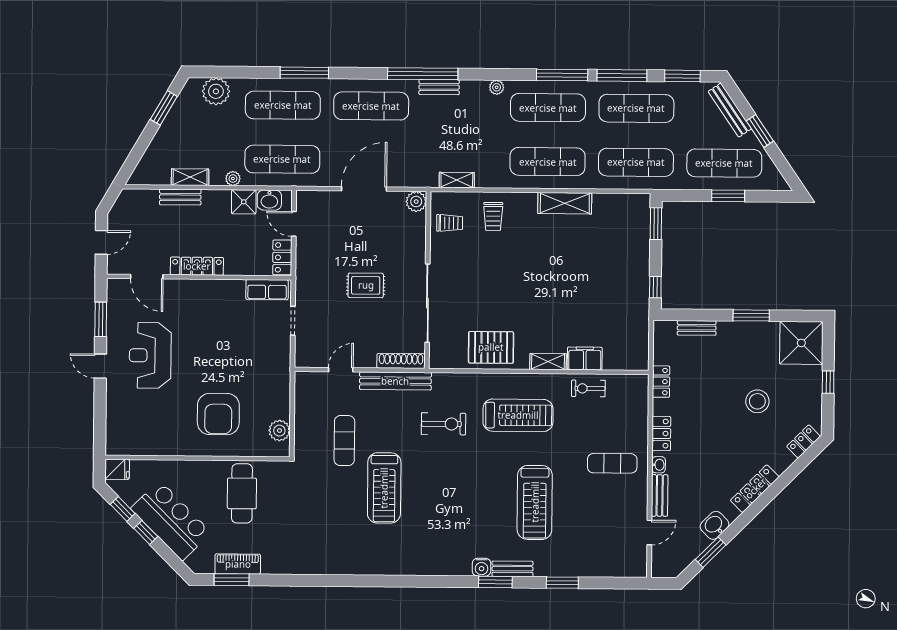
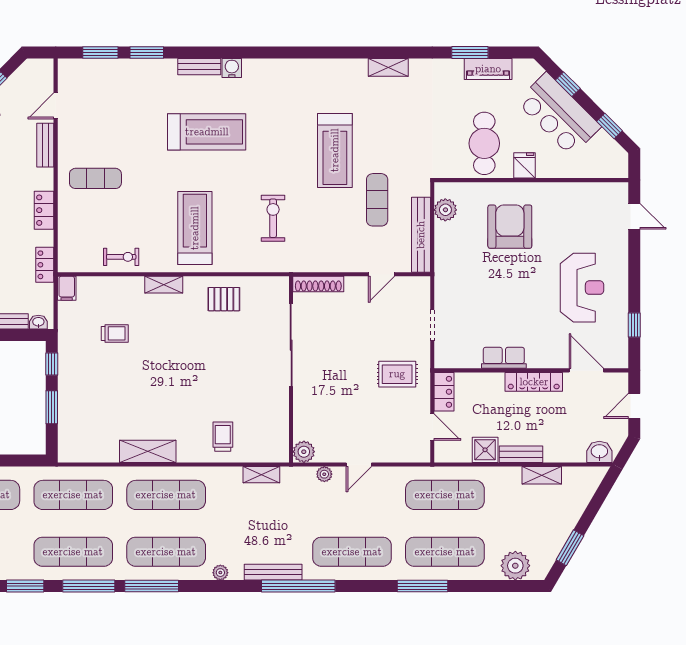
bench: (439, 87) -> (273, 572), width x1.36
plant: (233, 179) -> (324, 474), moved
door: (364, 189) -> (359, 464), width x0.53
bench: (180, 197) -> (521, 454), moved
washbasin: (269, 200) -> (599, 452), moved
trolley: (450, 223) -> (115, 333), moved, turned 180
window: (656, 224) -> (52, 407), moved
rug: (366, 285) -> (397, 374), moved
row of seats: (267, 290) -> (504, 358), moved
window: (101, 319) -> (634, 325), width x0.67
pallet: (491, 347) -> (224, 299), width x0.67, depth x0.71
filing cabinet: (585, 358) -> (67, 288), moved, width x0.50
door: (100, 366) -> (634, 216), moved
bench: (395, 381) -> (421, 235), moved, turned 90
treadmill: (518, 415) -> (195, 228), turned 90
exercise bike: (444, 424) -> (273, 218), turned 90
washbasin: (659, 465) -> (38, 322), moved, turned 90
fridge: (117, 469) -> (525, 165), moved, turned 90
treadmill: (384, 488) -> (335, 150), turned 180
treadmill: (535, 502) -> (207, 132), moved, turned 90
window: (146, 532) -> (568, 84), moved
shelving: (333, 567) -> (388, 67), added
window: (232, 580) -> (470, 53), moved
window: (495, 582) -> (100, 53), moved

